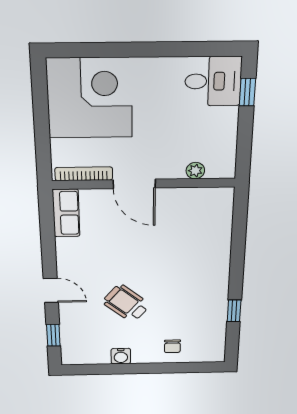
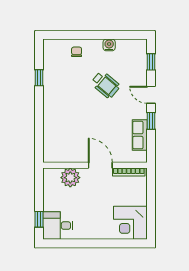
corner desk: (90, 98) -> (130, 223), width x0.74, depth x0.74
plant: (195, 171) -> (70, 178), width x1.88, depth x1.88
row of seats: (66, 213) -> (140, 135), moved
window: (49, 253) -> (151, 121), added

